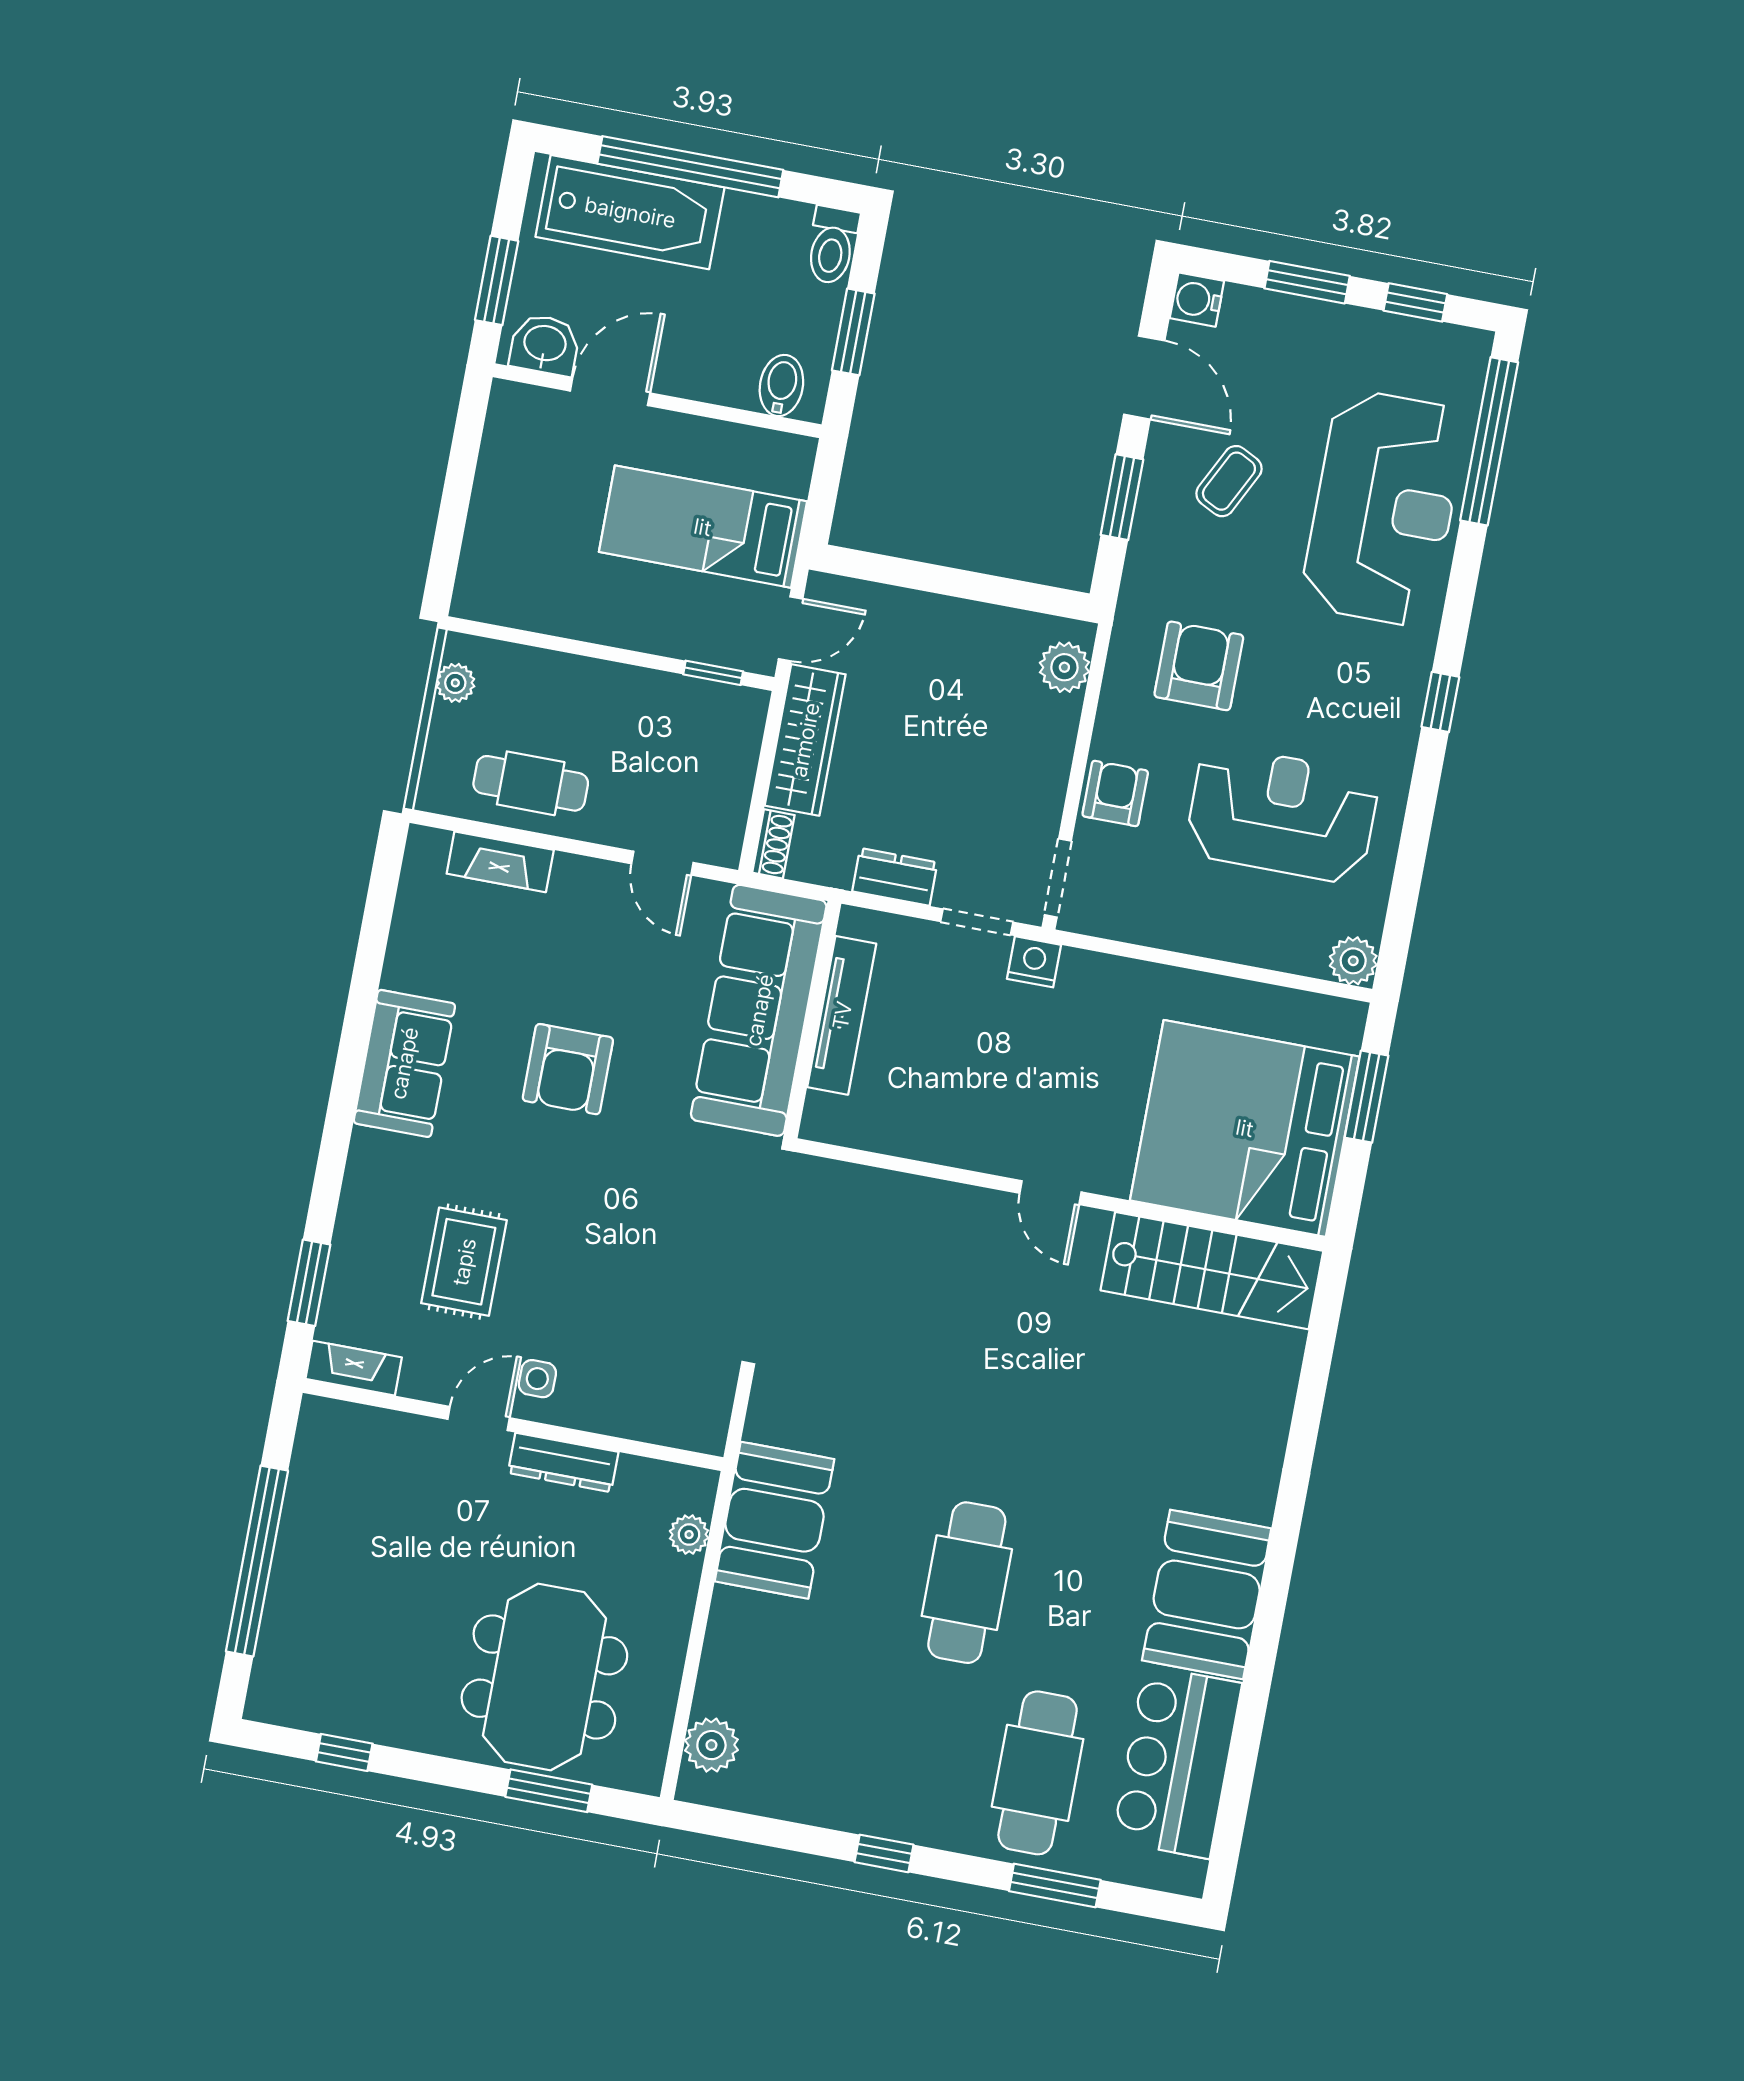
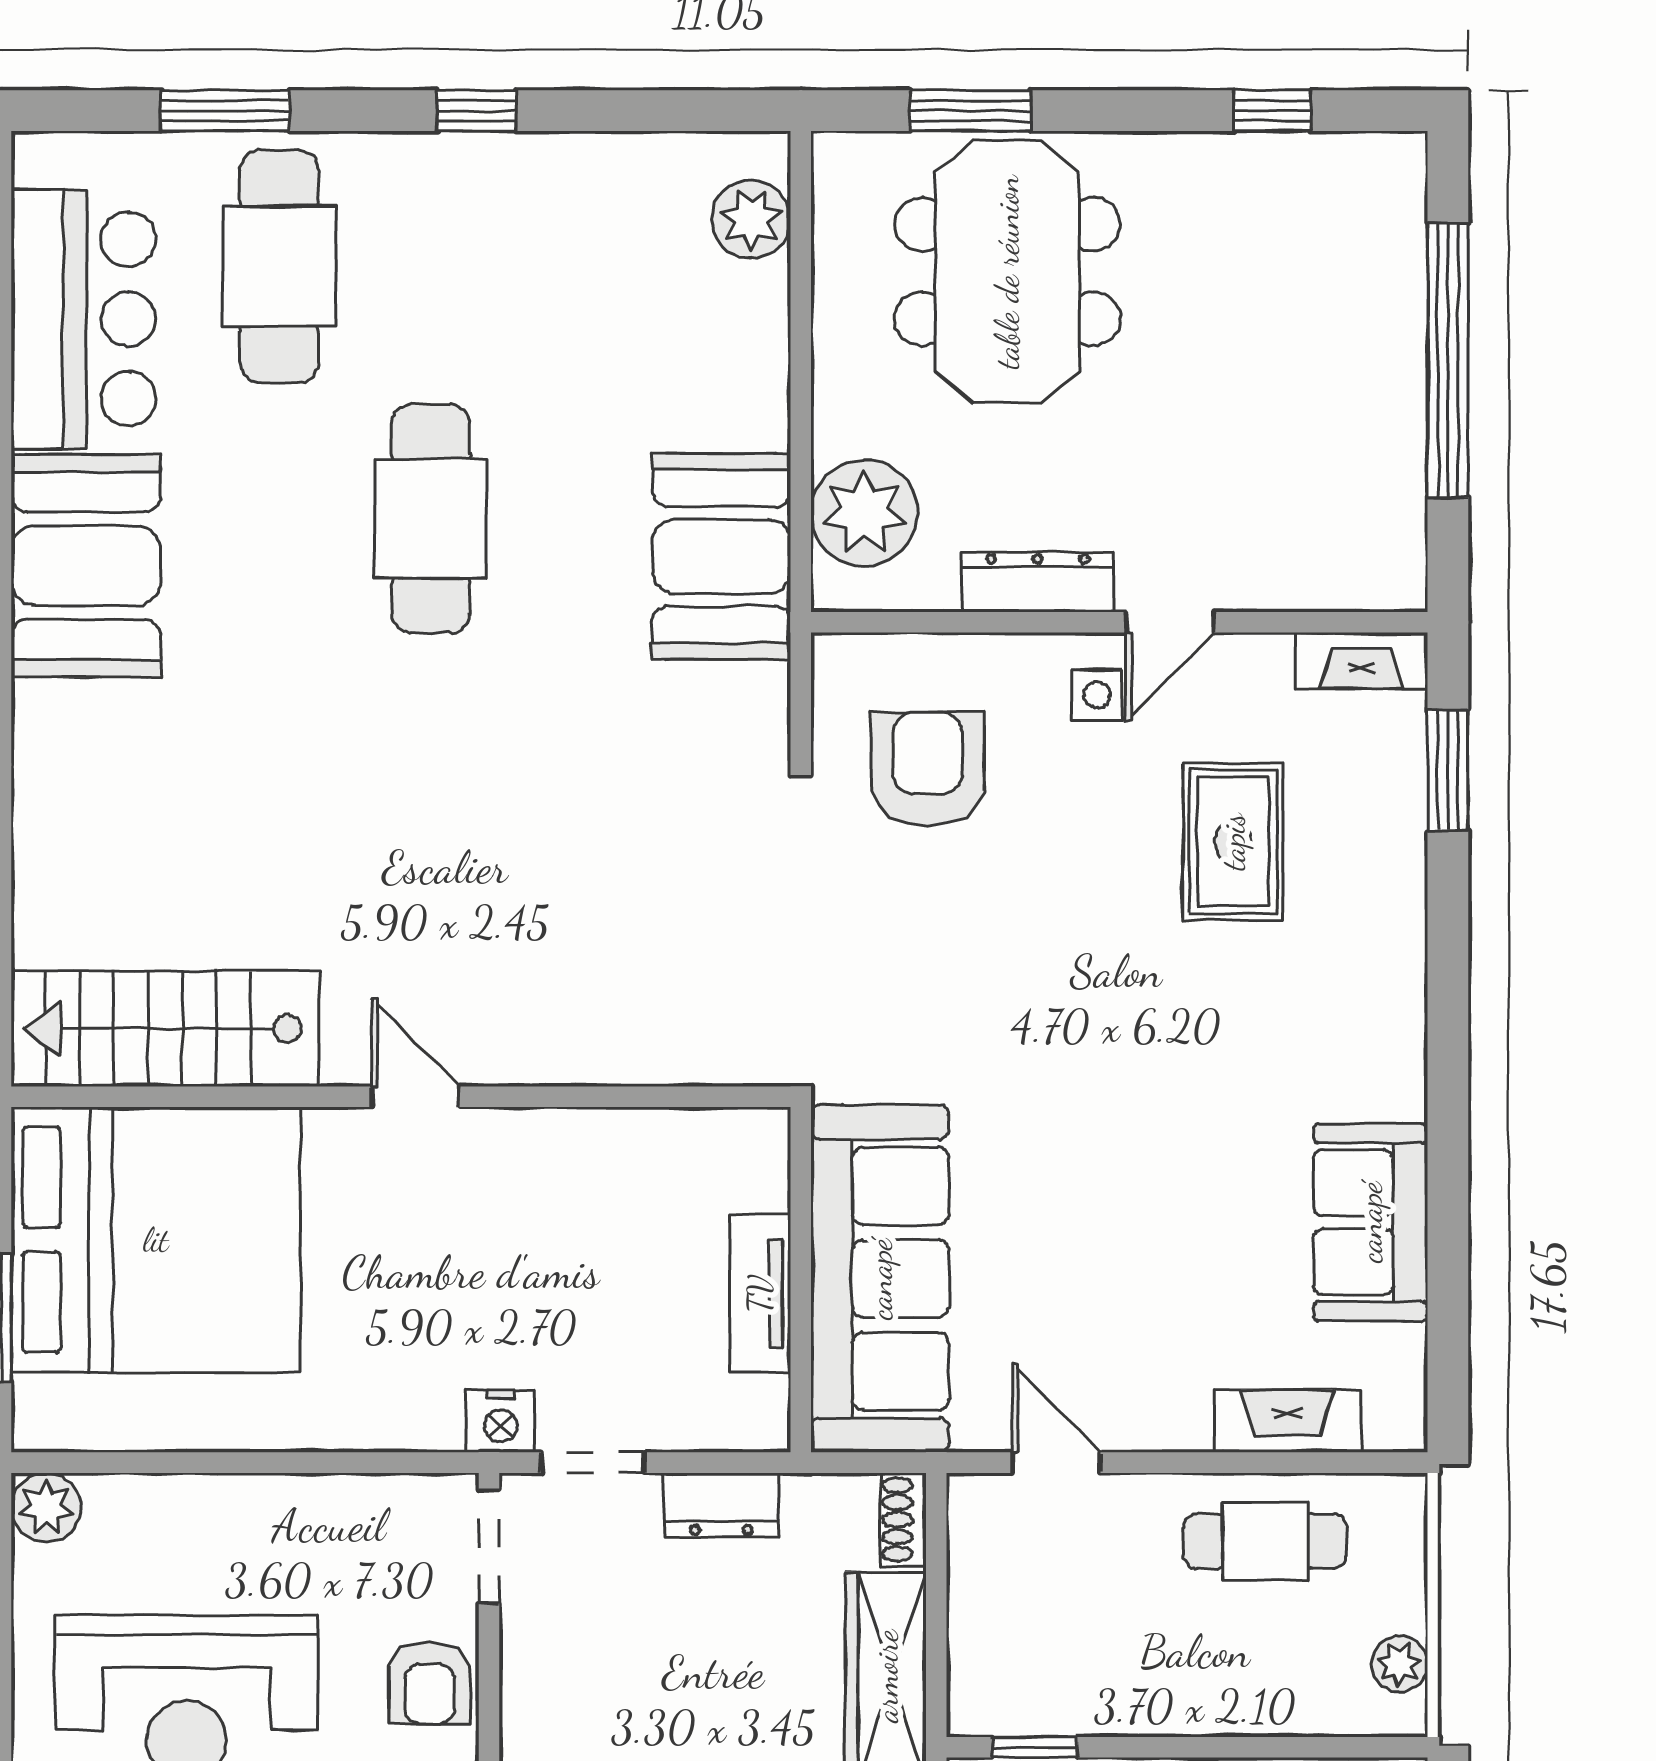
tv unit: (842, 1015) -> (760, 1294), width x0.71
sofa: (404, 1063) -> (1370, 1222), moved
armchair: (568, 1069) -> (928, 769), moved
plant: (689, 1535) -> (864, 513), width x1.87, depth x1.87

